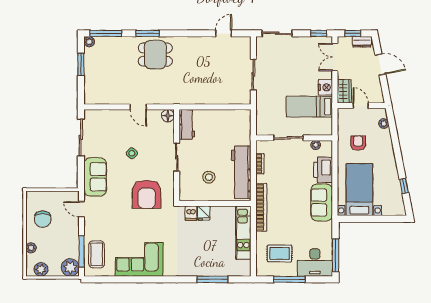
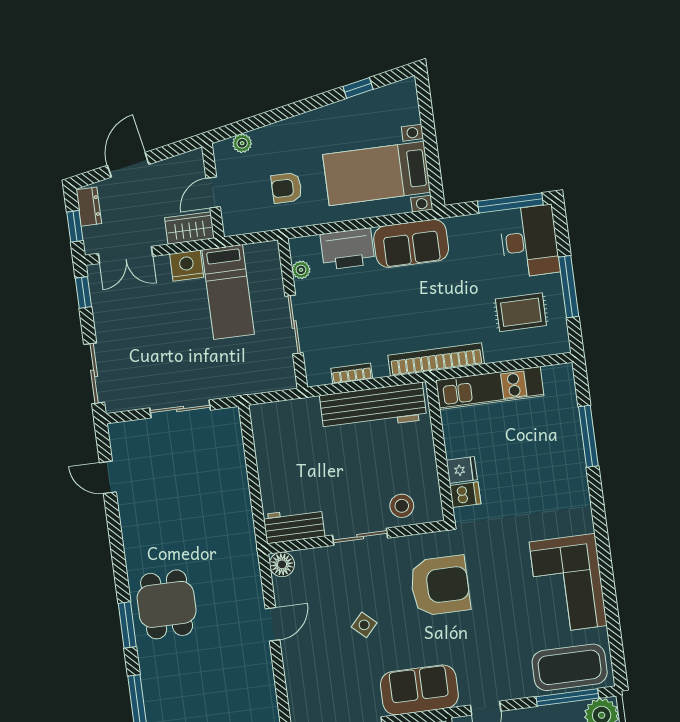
stool: (209, 177) -> (402, 506), moved
rug: (280, 253) -> (521, 312), turned 90
coffee table: (97, 254) -> (570, 667), width x1.36, depth x1.32

